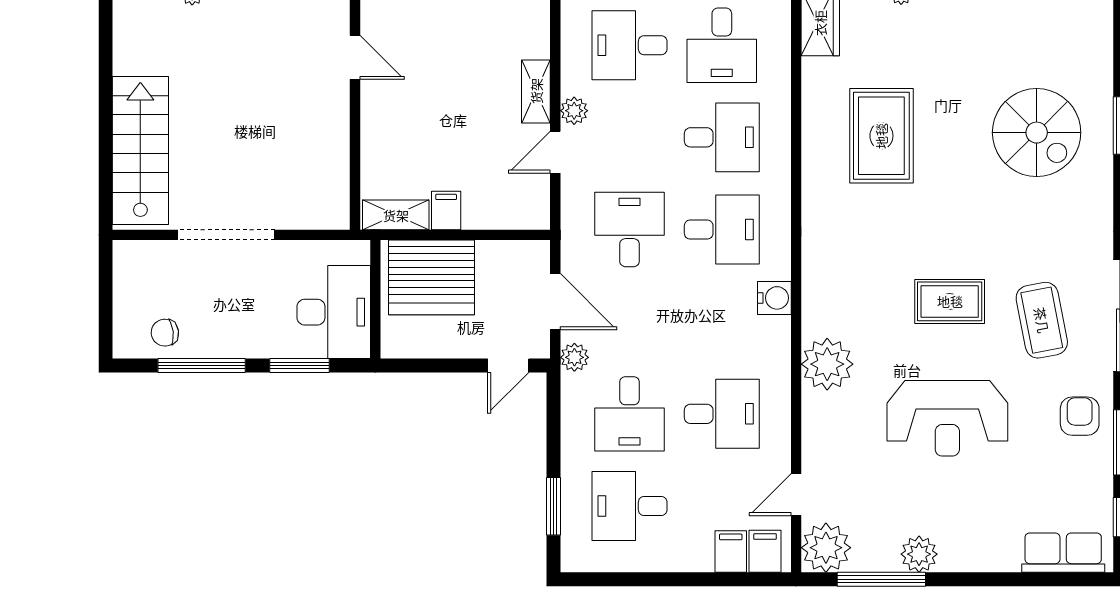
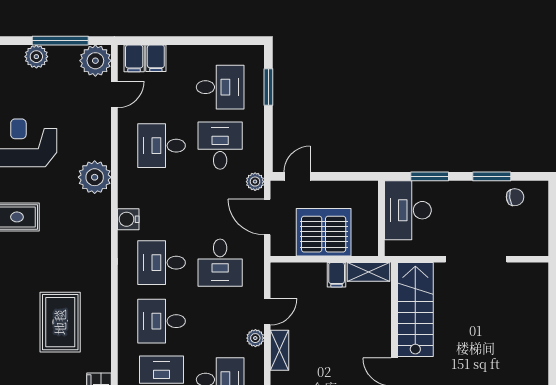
stairs: (140, 151) -> (415, 310), moved, turned 180
server rack: (431, 277) -> (324, 232), moved
window: (202, 366) -> (492, 176), width x0.69

